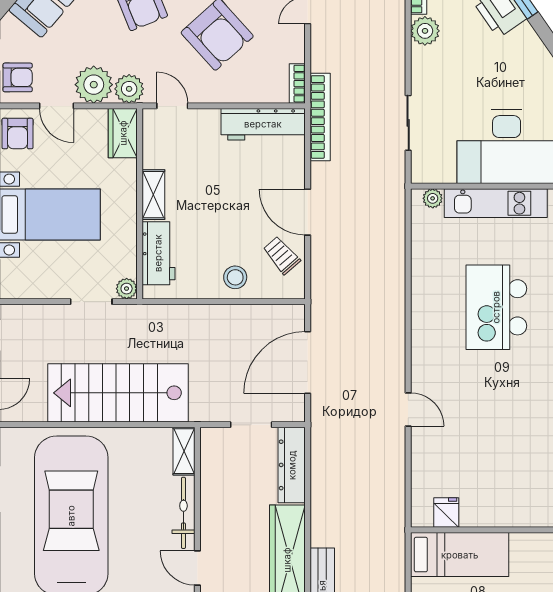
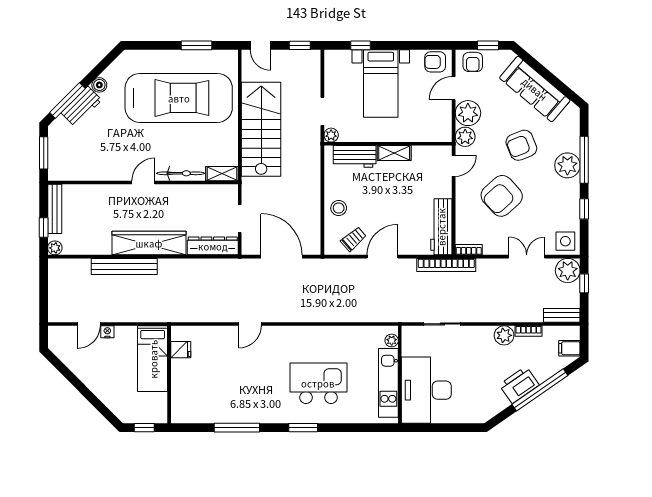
wardrobe: (123, 133) -> (435, 133), removed

